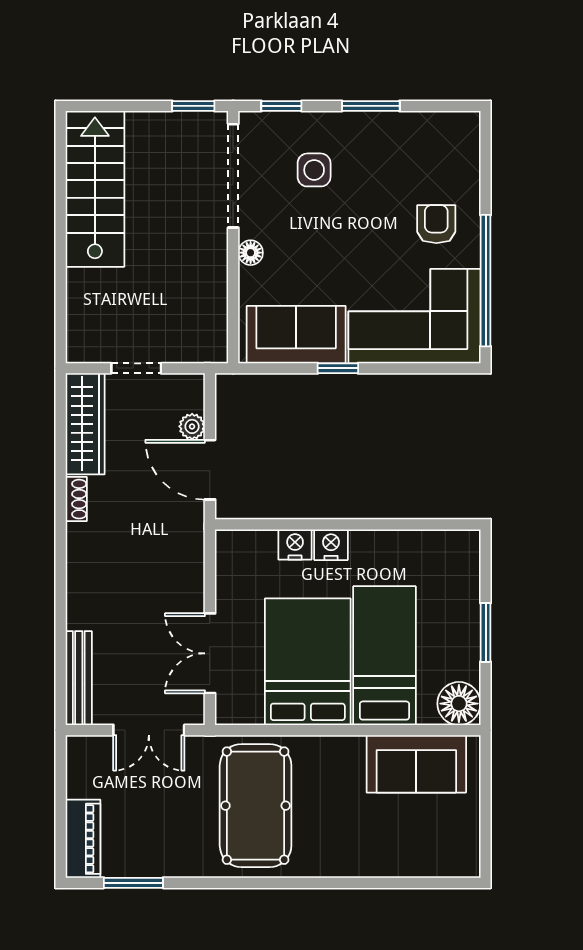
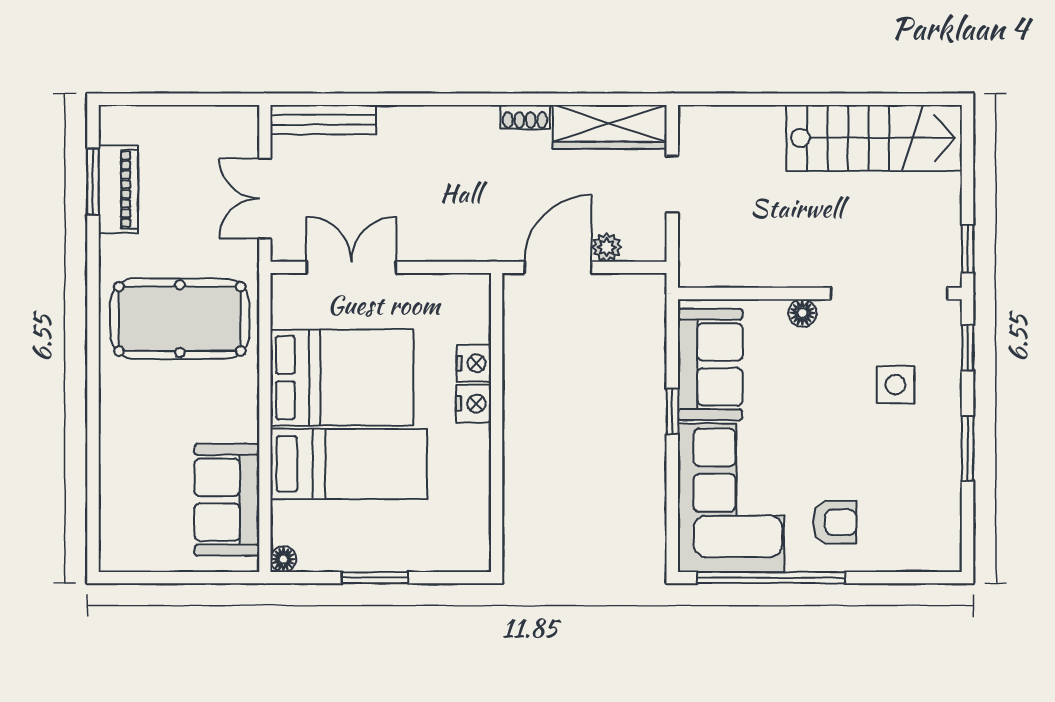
floor lamp: (459, 704) -> (283, 559), width x0.53, depth x0.53
piano: (83, 839) -> (118, 189), moved, turned -90

